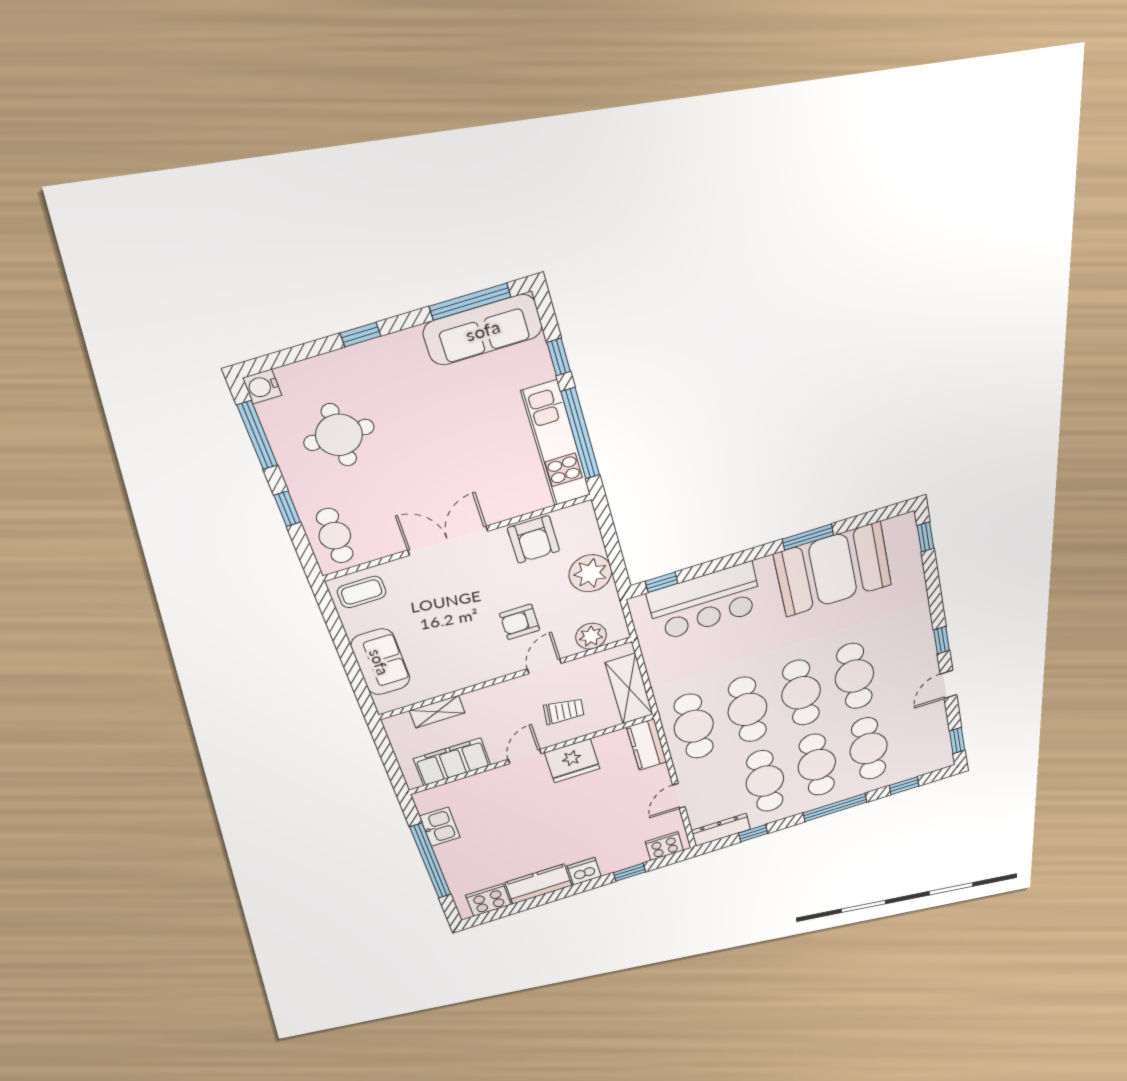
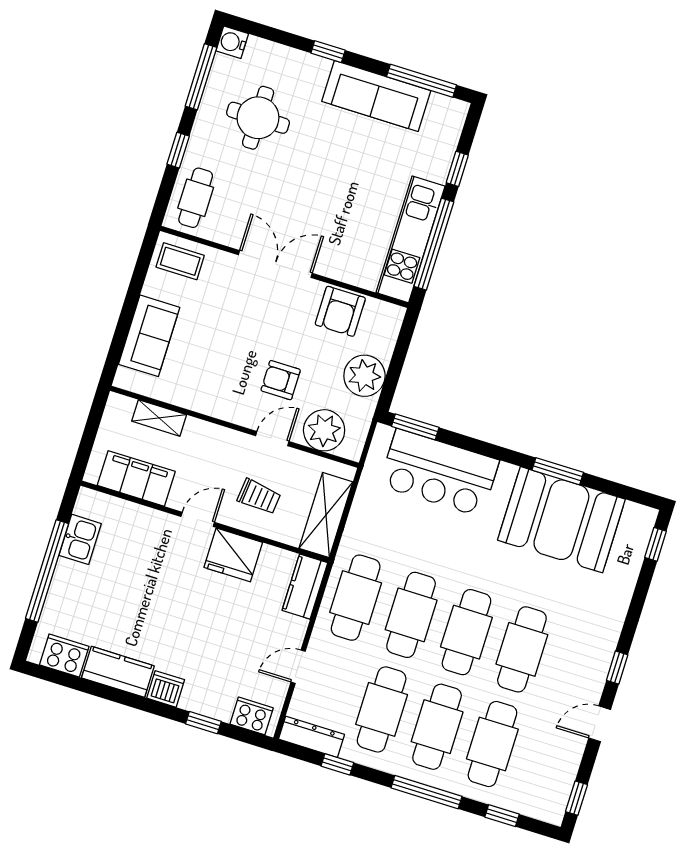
sofa: (483, 330) -> (376, 96), moved
window: (662, 582) -> (415, 427), width x1.50
plant: (591, 636) -> (324, 430), width x1.36, depth x1.36

